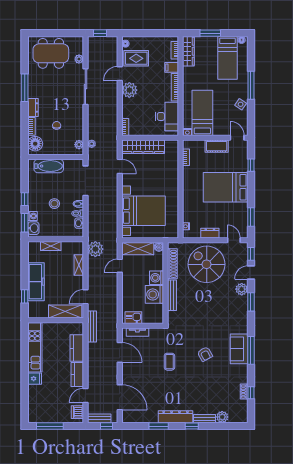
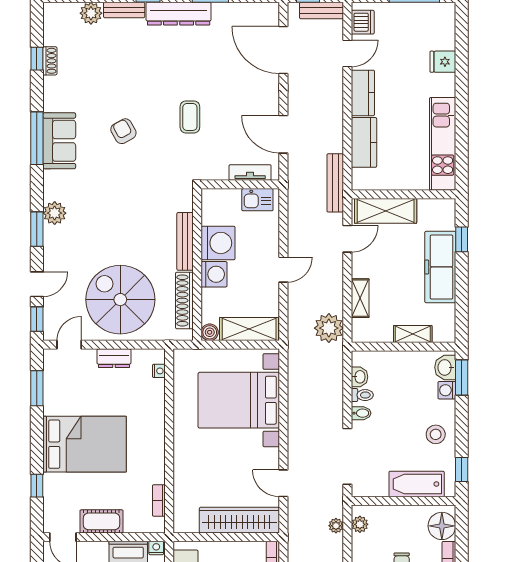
window: (25, 199) -> (462, 469), moved
stool: (54, 204) -> (436, 434), moved
door: (234, 240) -> (69, 345), swing flipped
spiral stairs: (207, 264) -> (120, 300), turned 180
door: (120, 266) -> (283, 270), moved
plant: (242, 289) -> (55, 213), moved
fridge: (35, 379) -> (443, 62), moved

